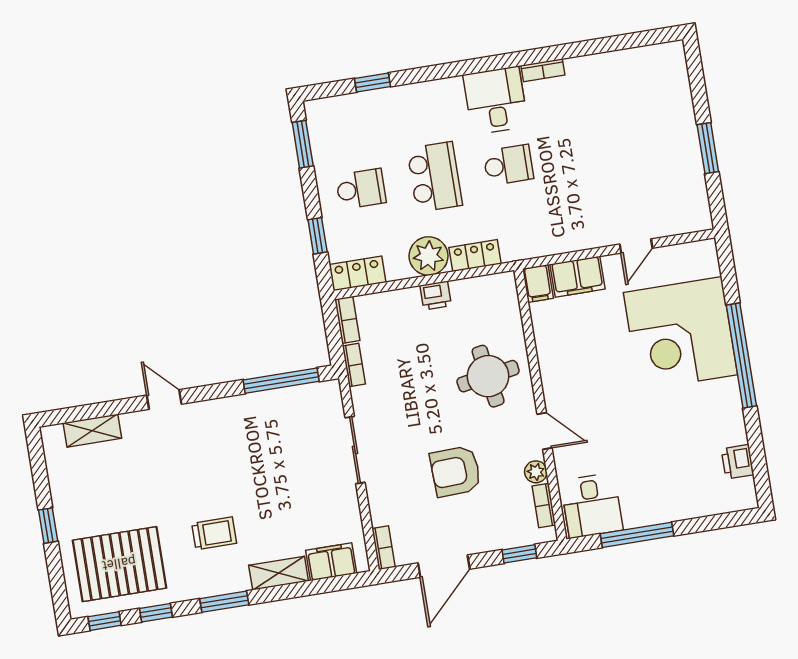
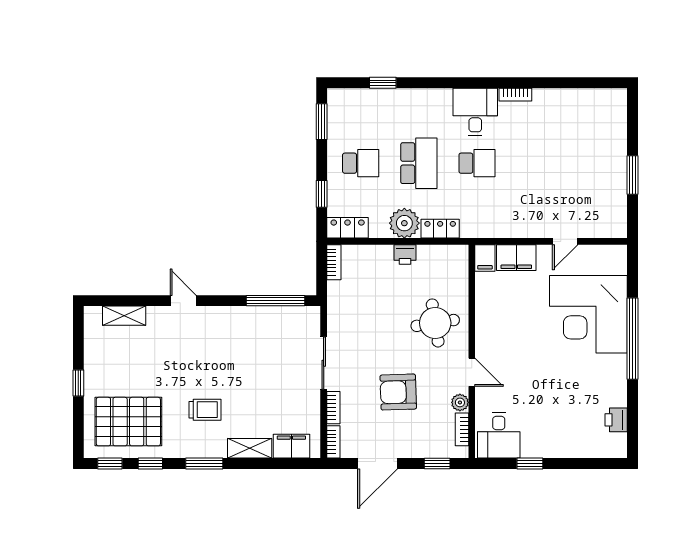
bookcase: (354, 365) -> (333, 408), moved
window: (637, 535) -> (530, 463), width x0.46

